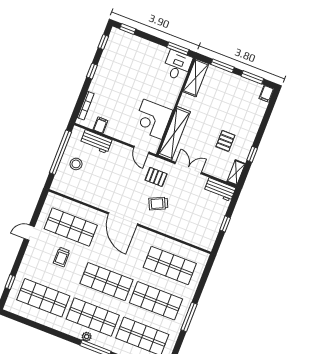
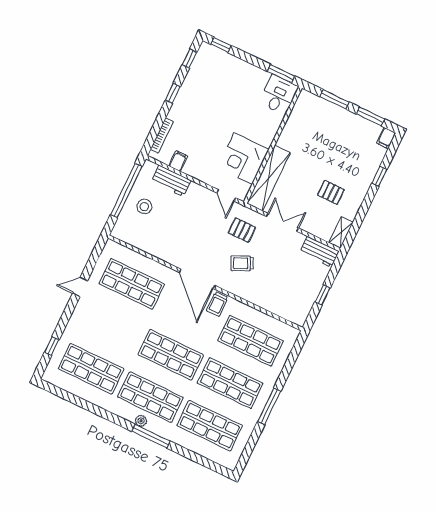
shelving: (196, 78) -> (300, 111), removed
pallet: (225, 141) -> (331, 192), turned 90
window: (252, 154) -> (379, 176), moved
trolley: (62, 257) -> (217, 304), moved

